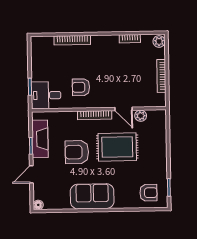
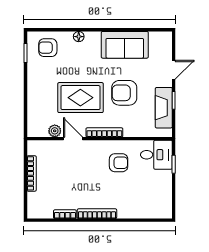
bookcase: (72, 40) -> (97, 214), moved
plant: (159, 41) -> (33, 211), removed
armchair: (77, 152) -> (124, 93), turned 180
sofa: (92, 196) -> (125, 45), moved
floor lamp: (38, 205) -> (79, 37), moved

